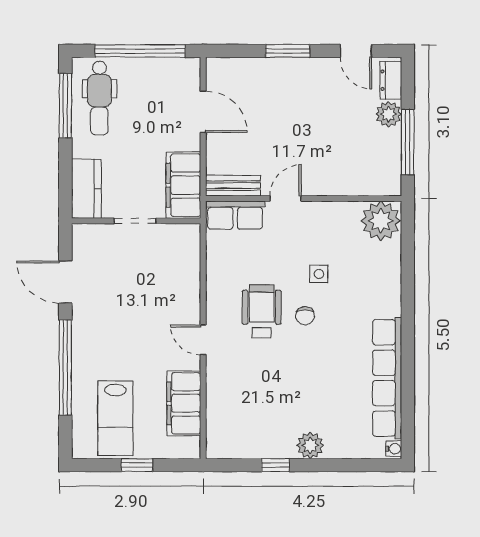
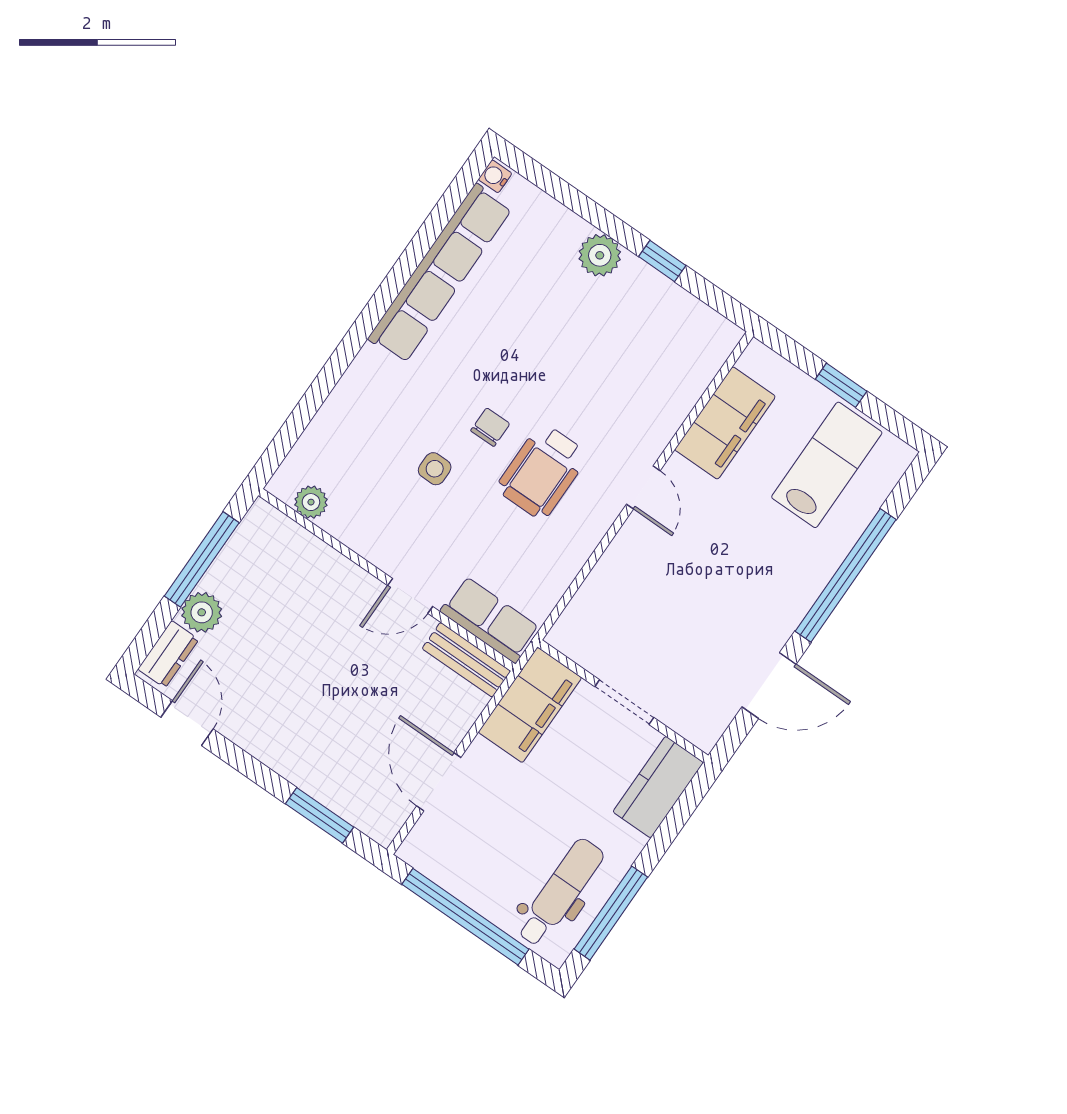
window: (288, 51) -> (320, 815), moved
plant: (381, 221) -> (311, 502), width x0.53, depth x0.53
door: (65, 282) -> (769, 686), hinge flipped

